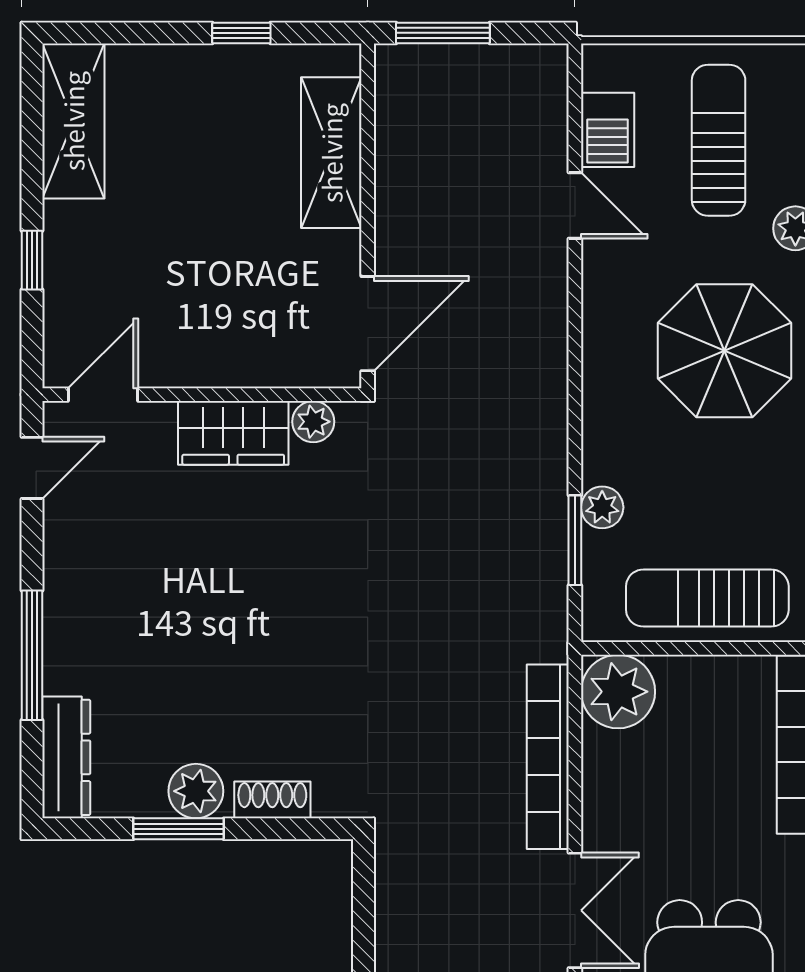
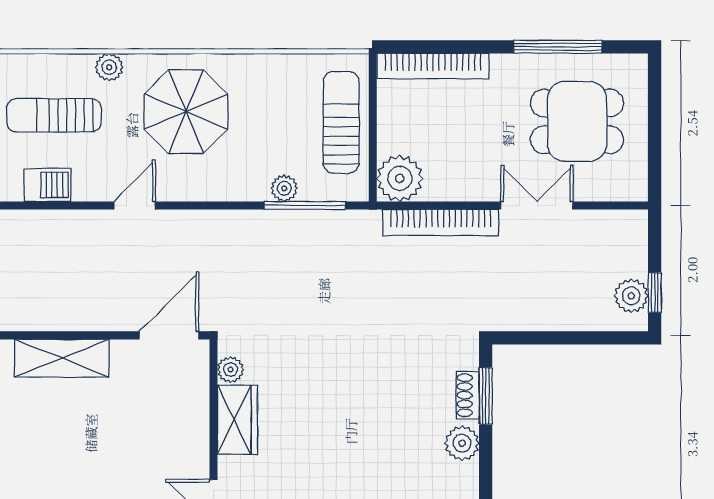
door: (575, 205) -> (135, 205), moved
door: (368, 324) -> (169, 335), hinge flipped
window: (575, 540) -> (305, 205), width x1.44
sun lounger: (707, 598) -> (341, 122), turned 180
window: (178, 829) -> (486, 396), moved

